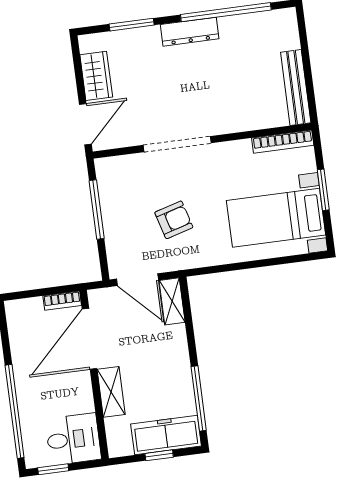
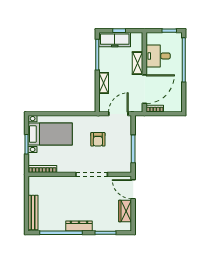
bench: (296, 87) -> (33, 212), moved
door: (85, 124) -> (133, 189), hinge flipped
armchair: (174, 220) -> (98, 139), turned -74
door: (137, 280) -> (118, 114), hinge flipped
shelving: (172, 301) -> (104, 83), moved
desk: (73, 439) -> (158, 56), moved

